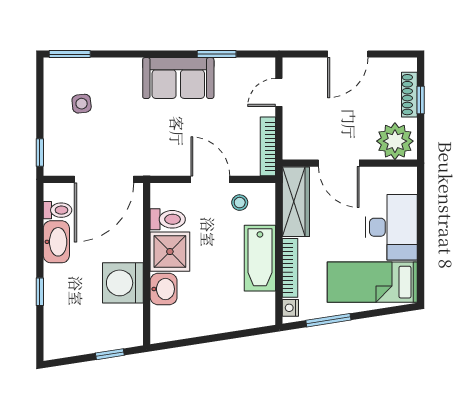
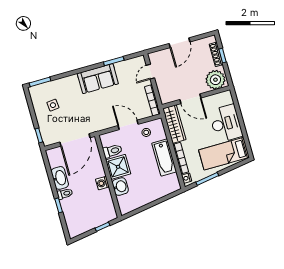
toilet: (58, 210) -> (65, 194), moved
washing machine: (123, 283) -> (102, 183), width x0.53, depth x0.53

